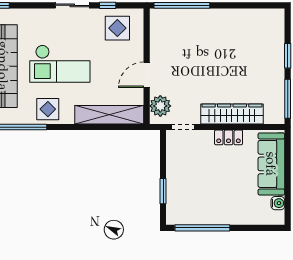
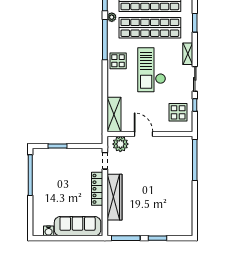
shelving: (38, 15) -> (188, 54), added
shelving: (109, 115) -> (114, 114), width x0.68
locker: (229, 137) -> (97, 189), width x1.53

